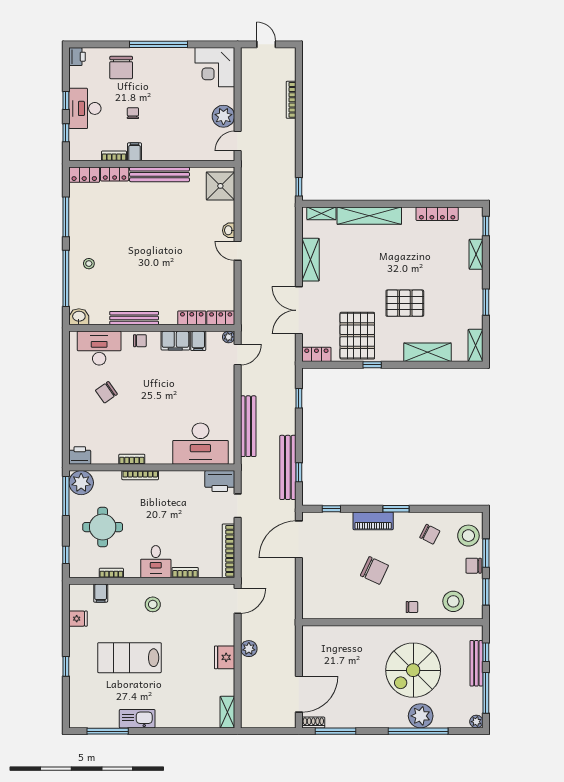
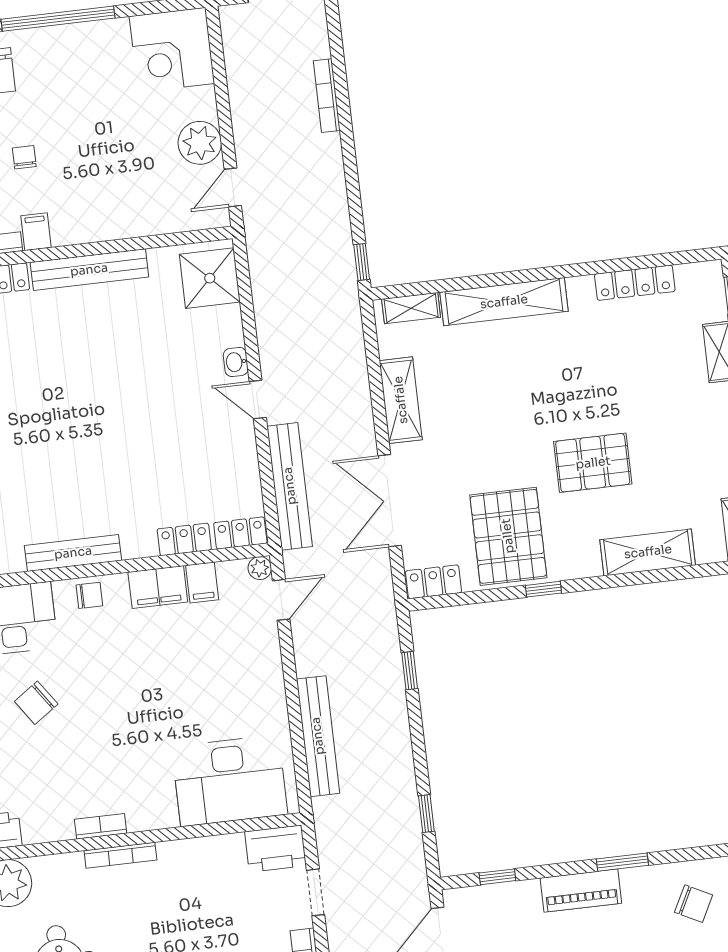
bench: (288, 467) -> (290, 486), moved

